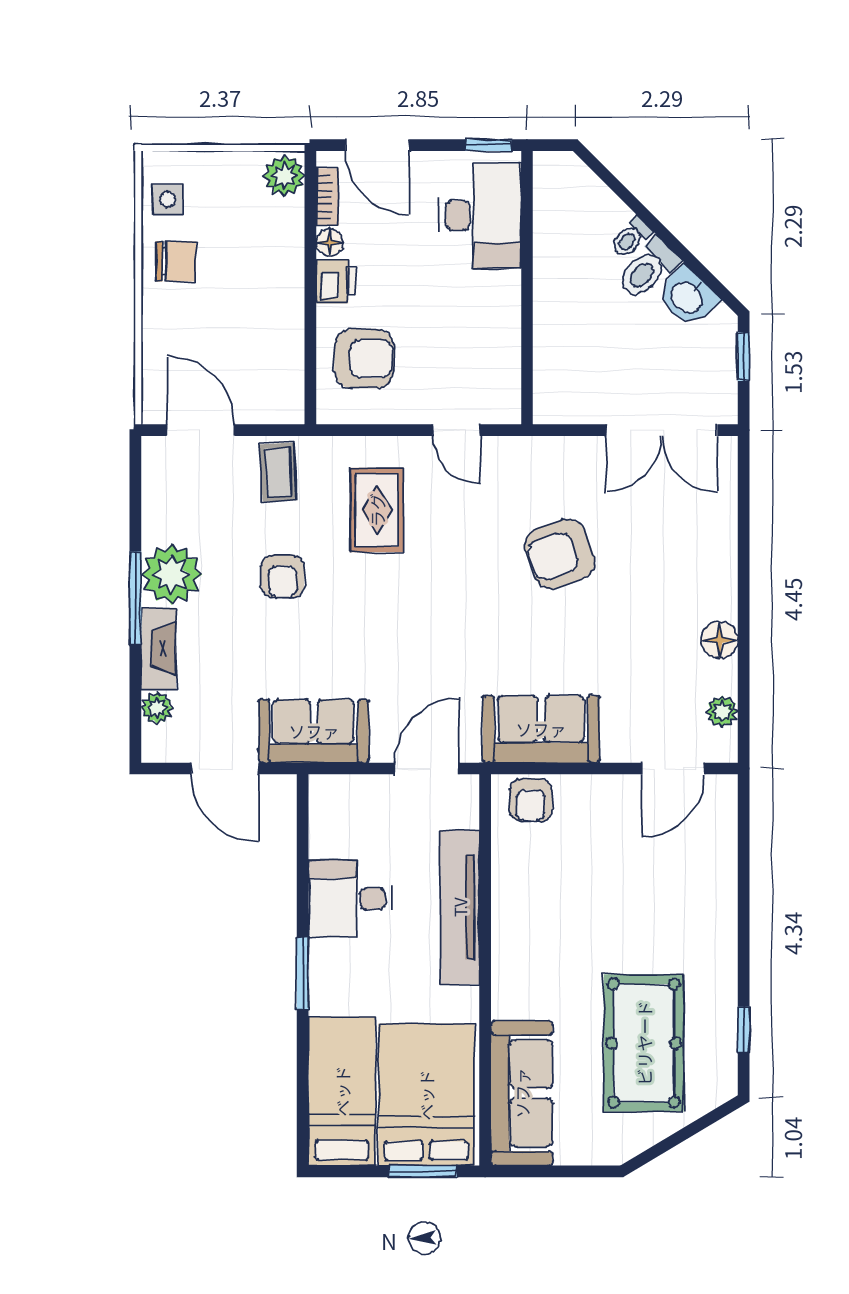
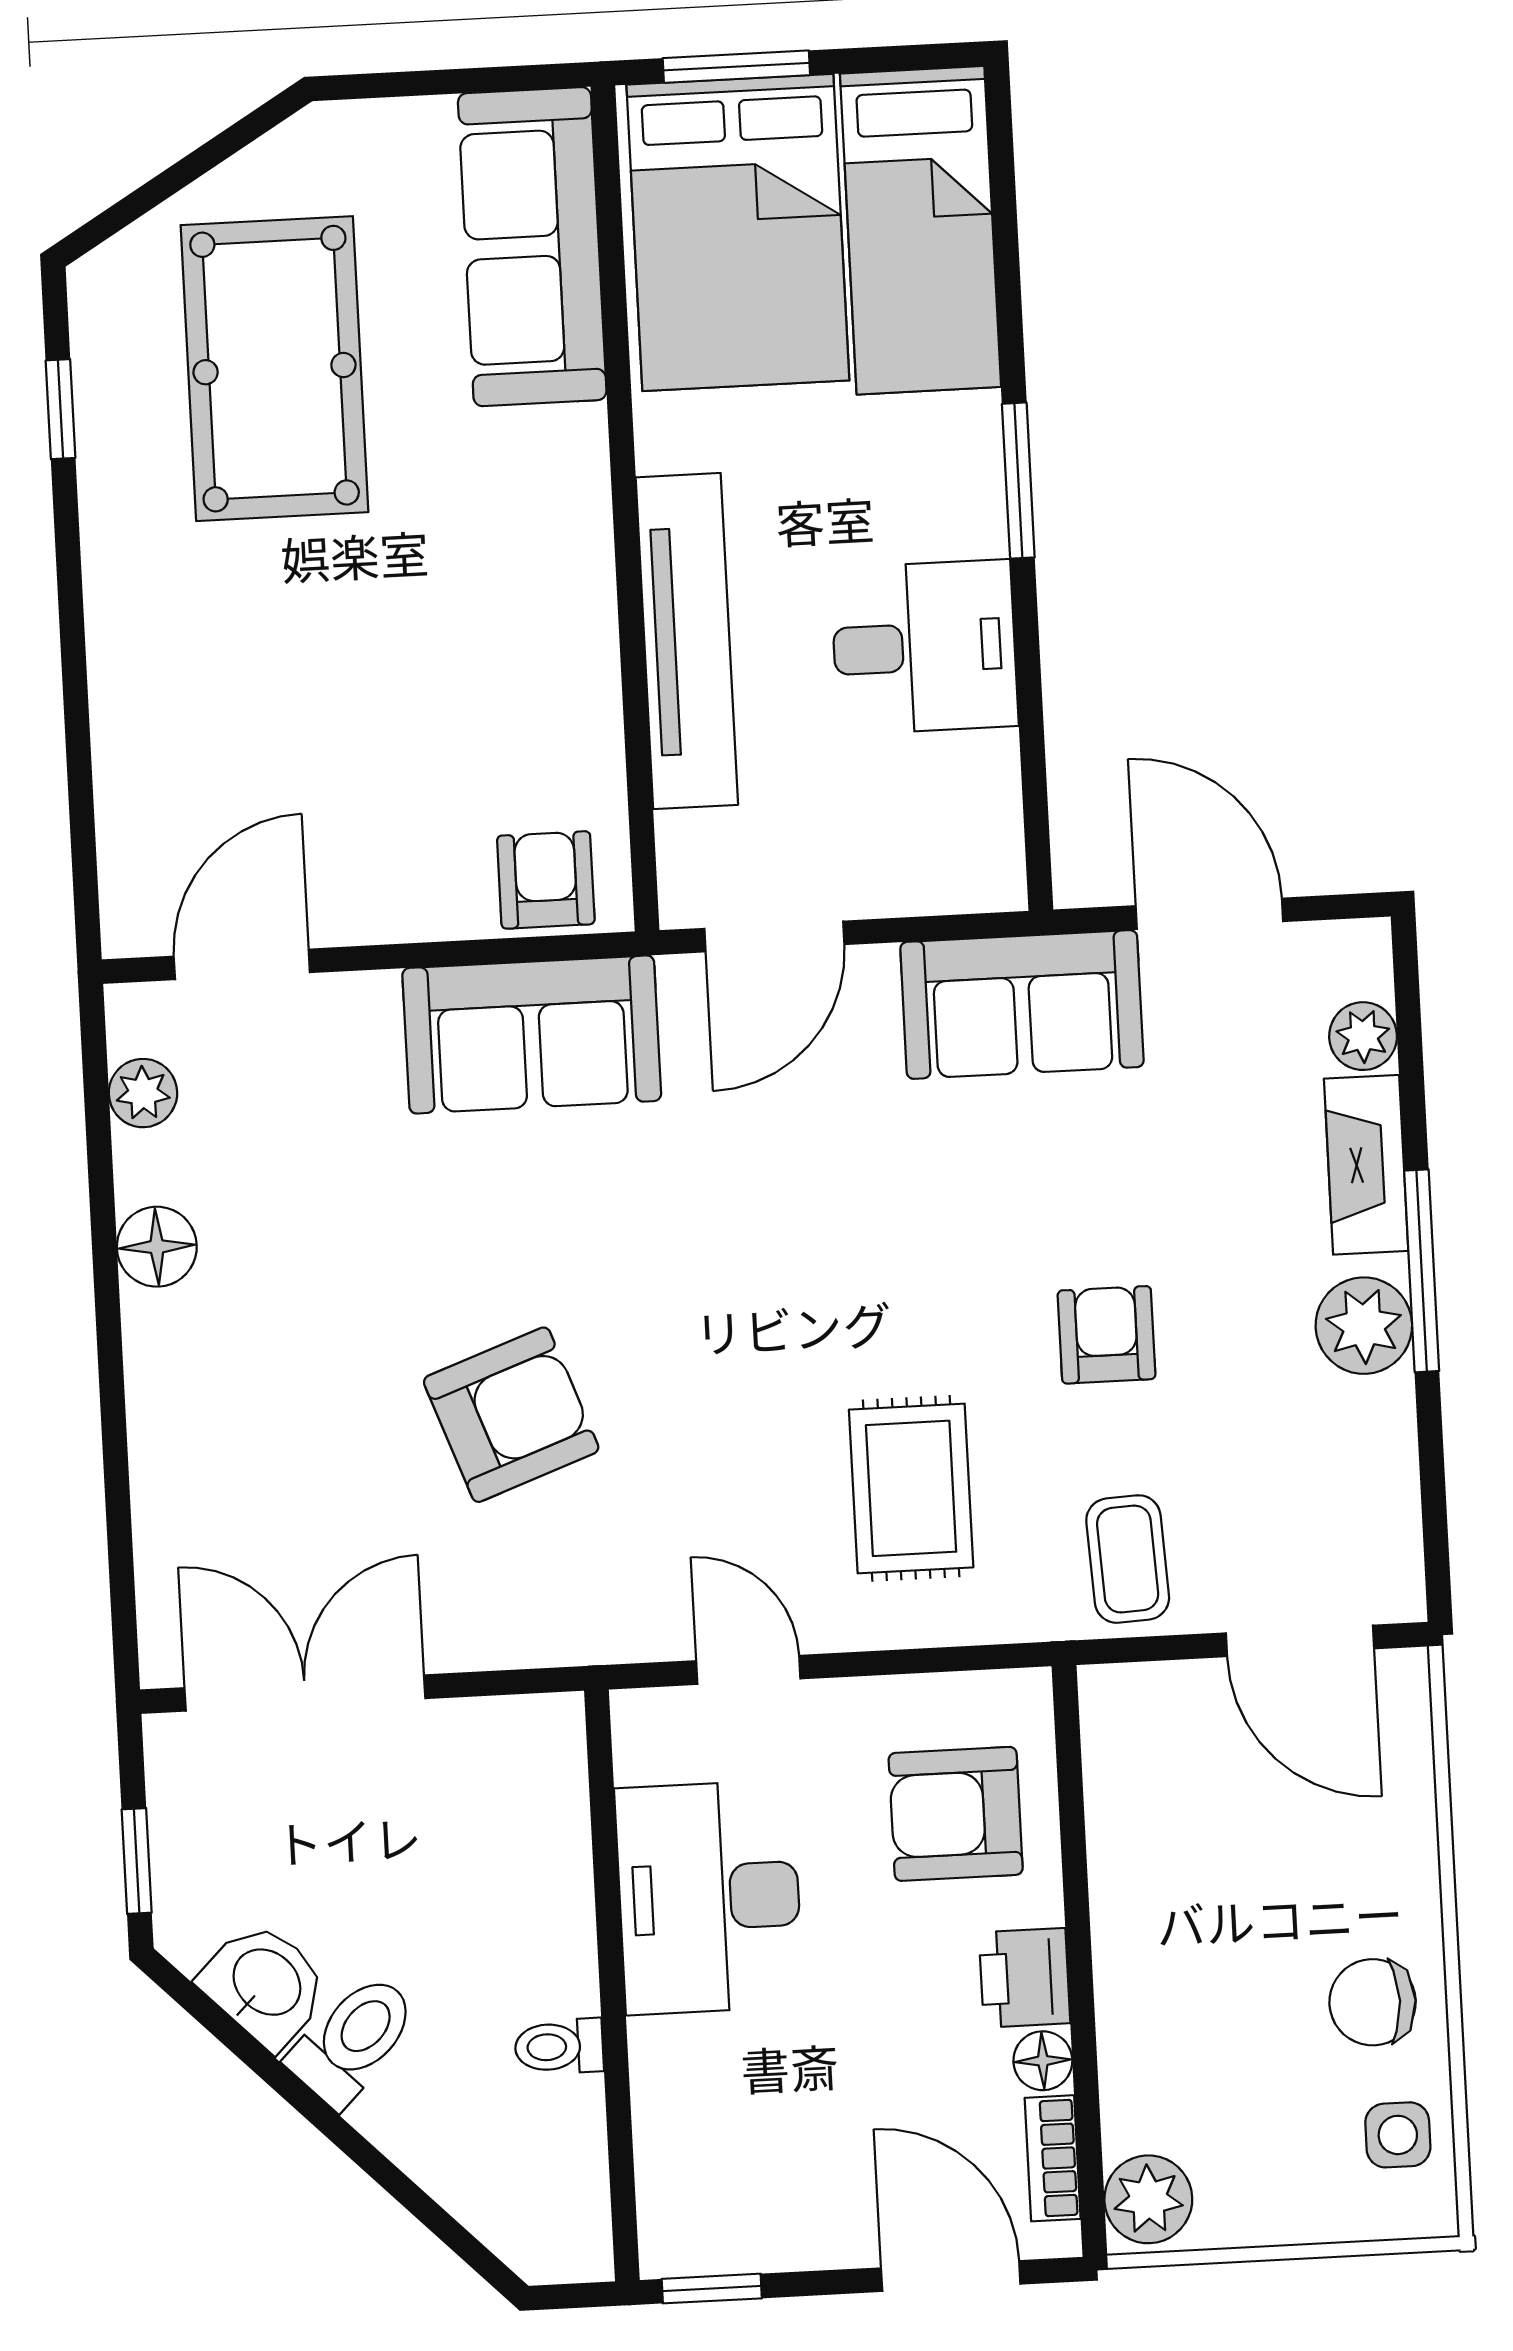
desk: (480, 215) -> (709, 1897), moved
toilet: (631, 238) -> (559, 2047), moved, turned -135
plant: (172, 574) -> (1364, 1326), width x0.73, depth x0.73

